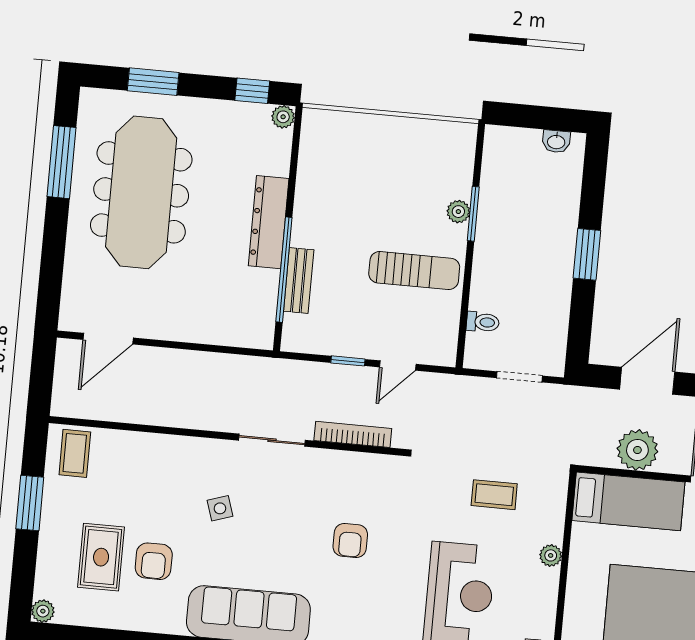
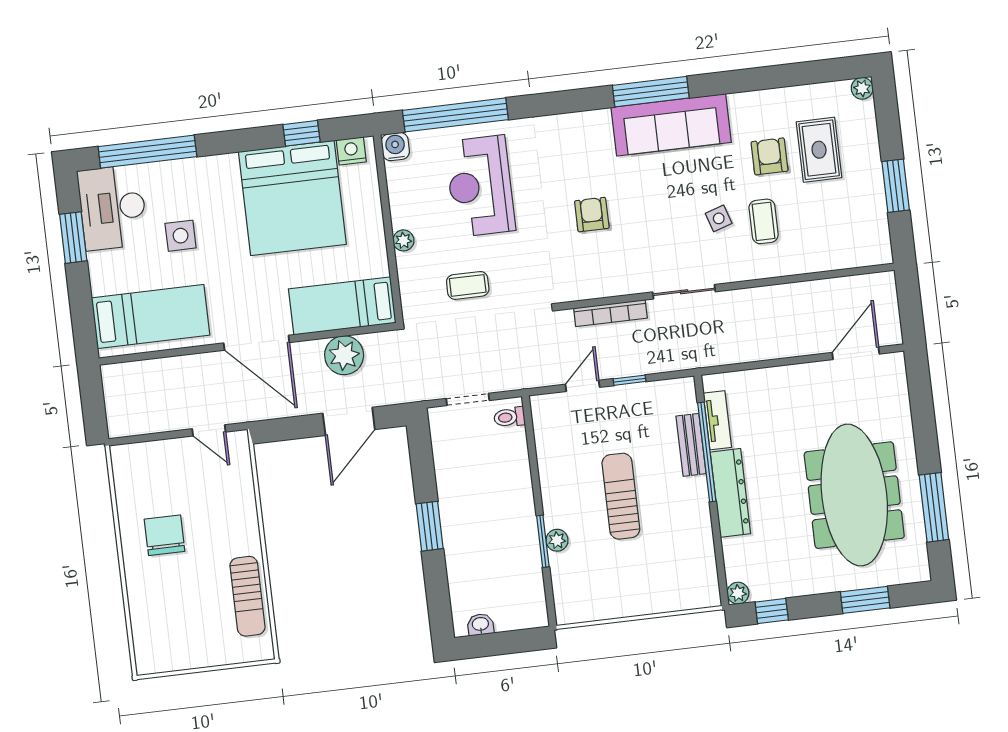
sun lounger: (414, 271) -> (621, 496), moved, turned 90
tv unit: (266, 300) -> (717, 420), added
toilet: (483, 322) -> (509, 417), moved
coffee table: (75, 453) -> (764, 221), moved

